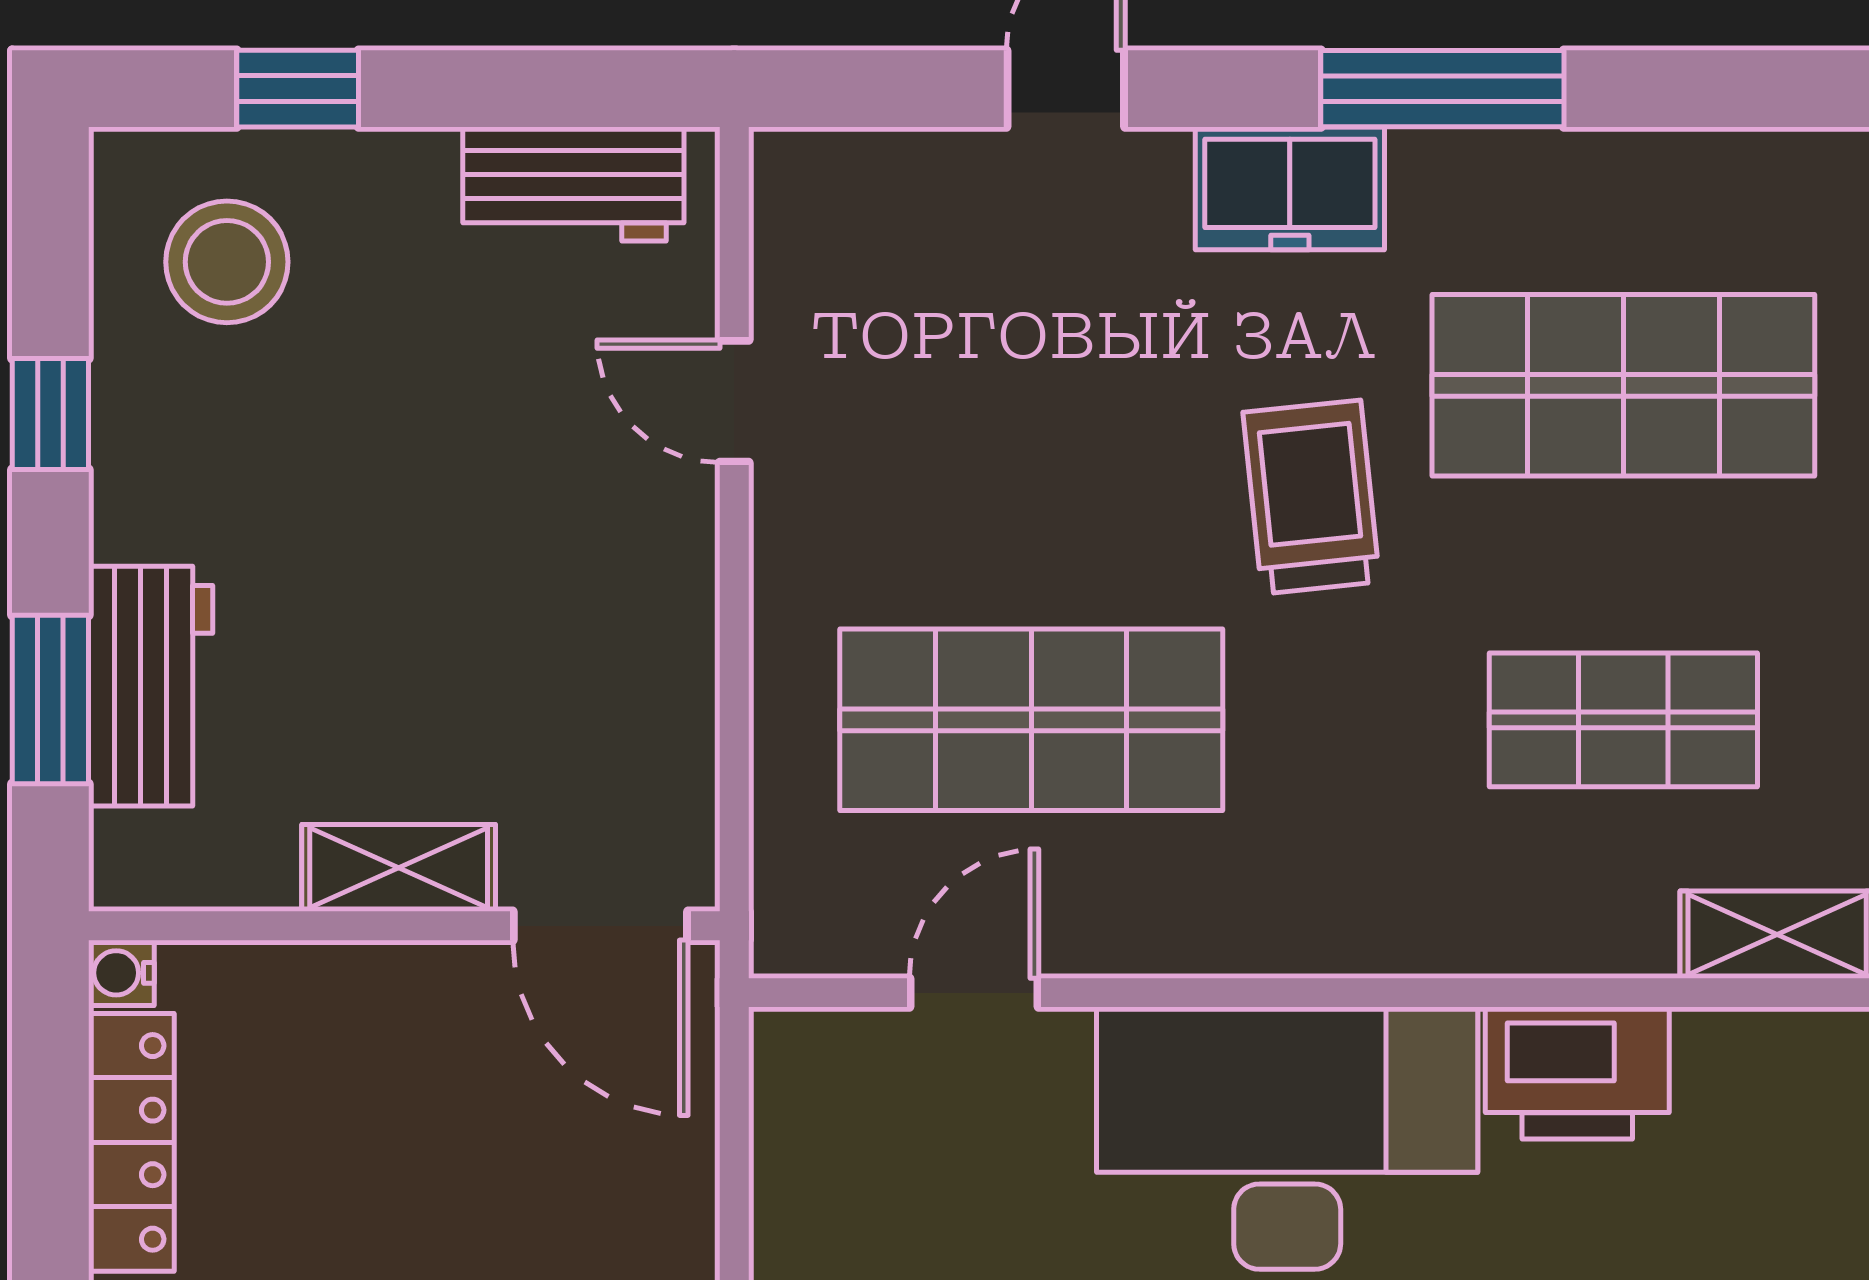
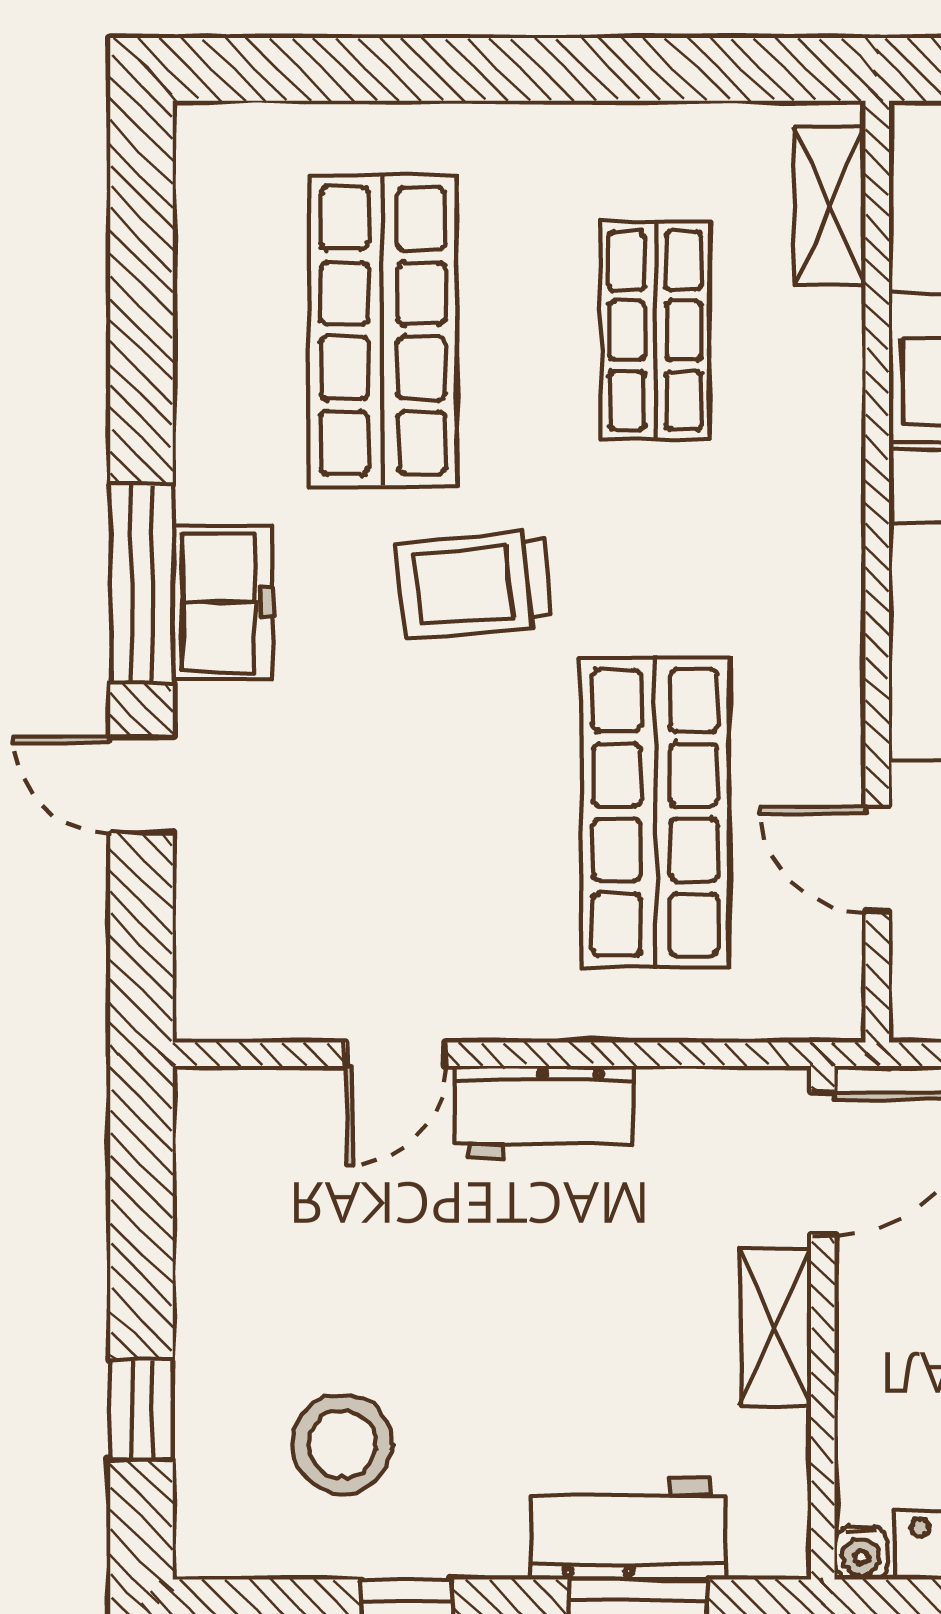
window: (1442, 89) -> (142, 584), moved
workbench: (573, 184) -> (544, 1112), moved, turned 90
stool: (227, 262) -> (342, 1444), moved

